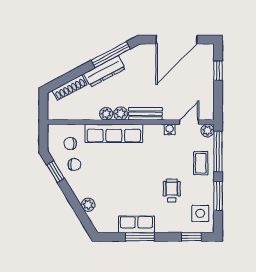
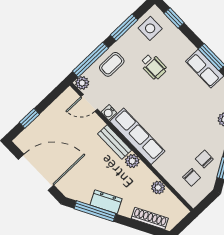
dresser: (105, 71) -> (106, 202), width x0.70
plant: (106, 114) -> (158, 188), moved
row of seats: (114, 133) -> (137, 136), moved
wheelchair: (172, 191) -> (153, 66), turned -90

